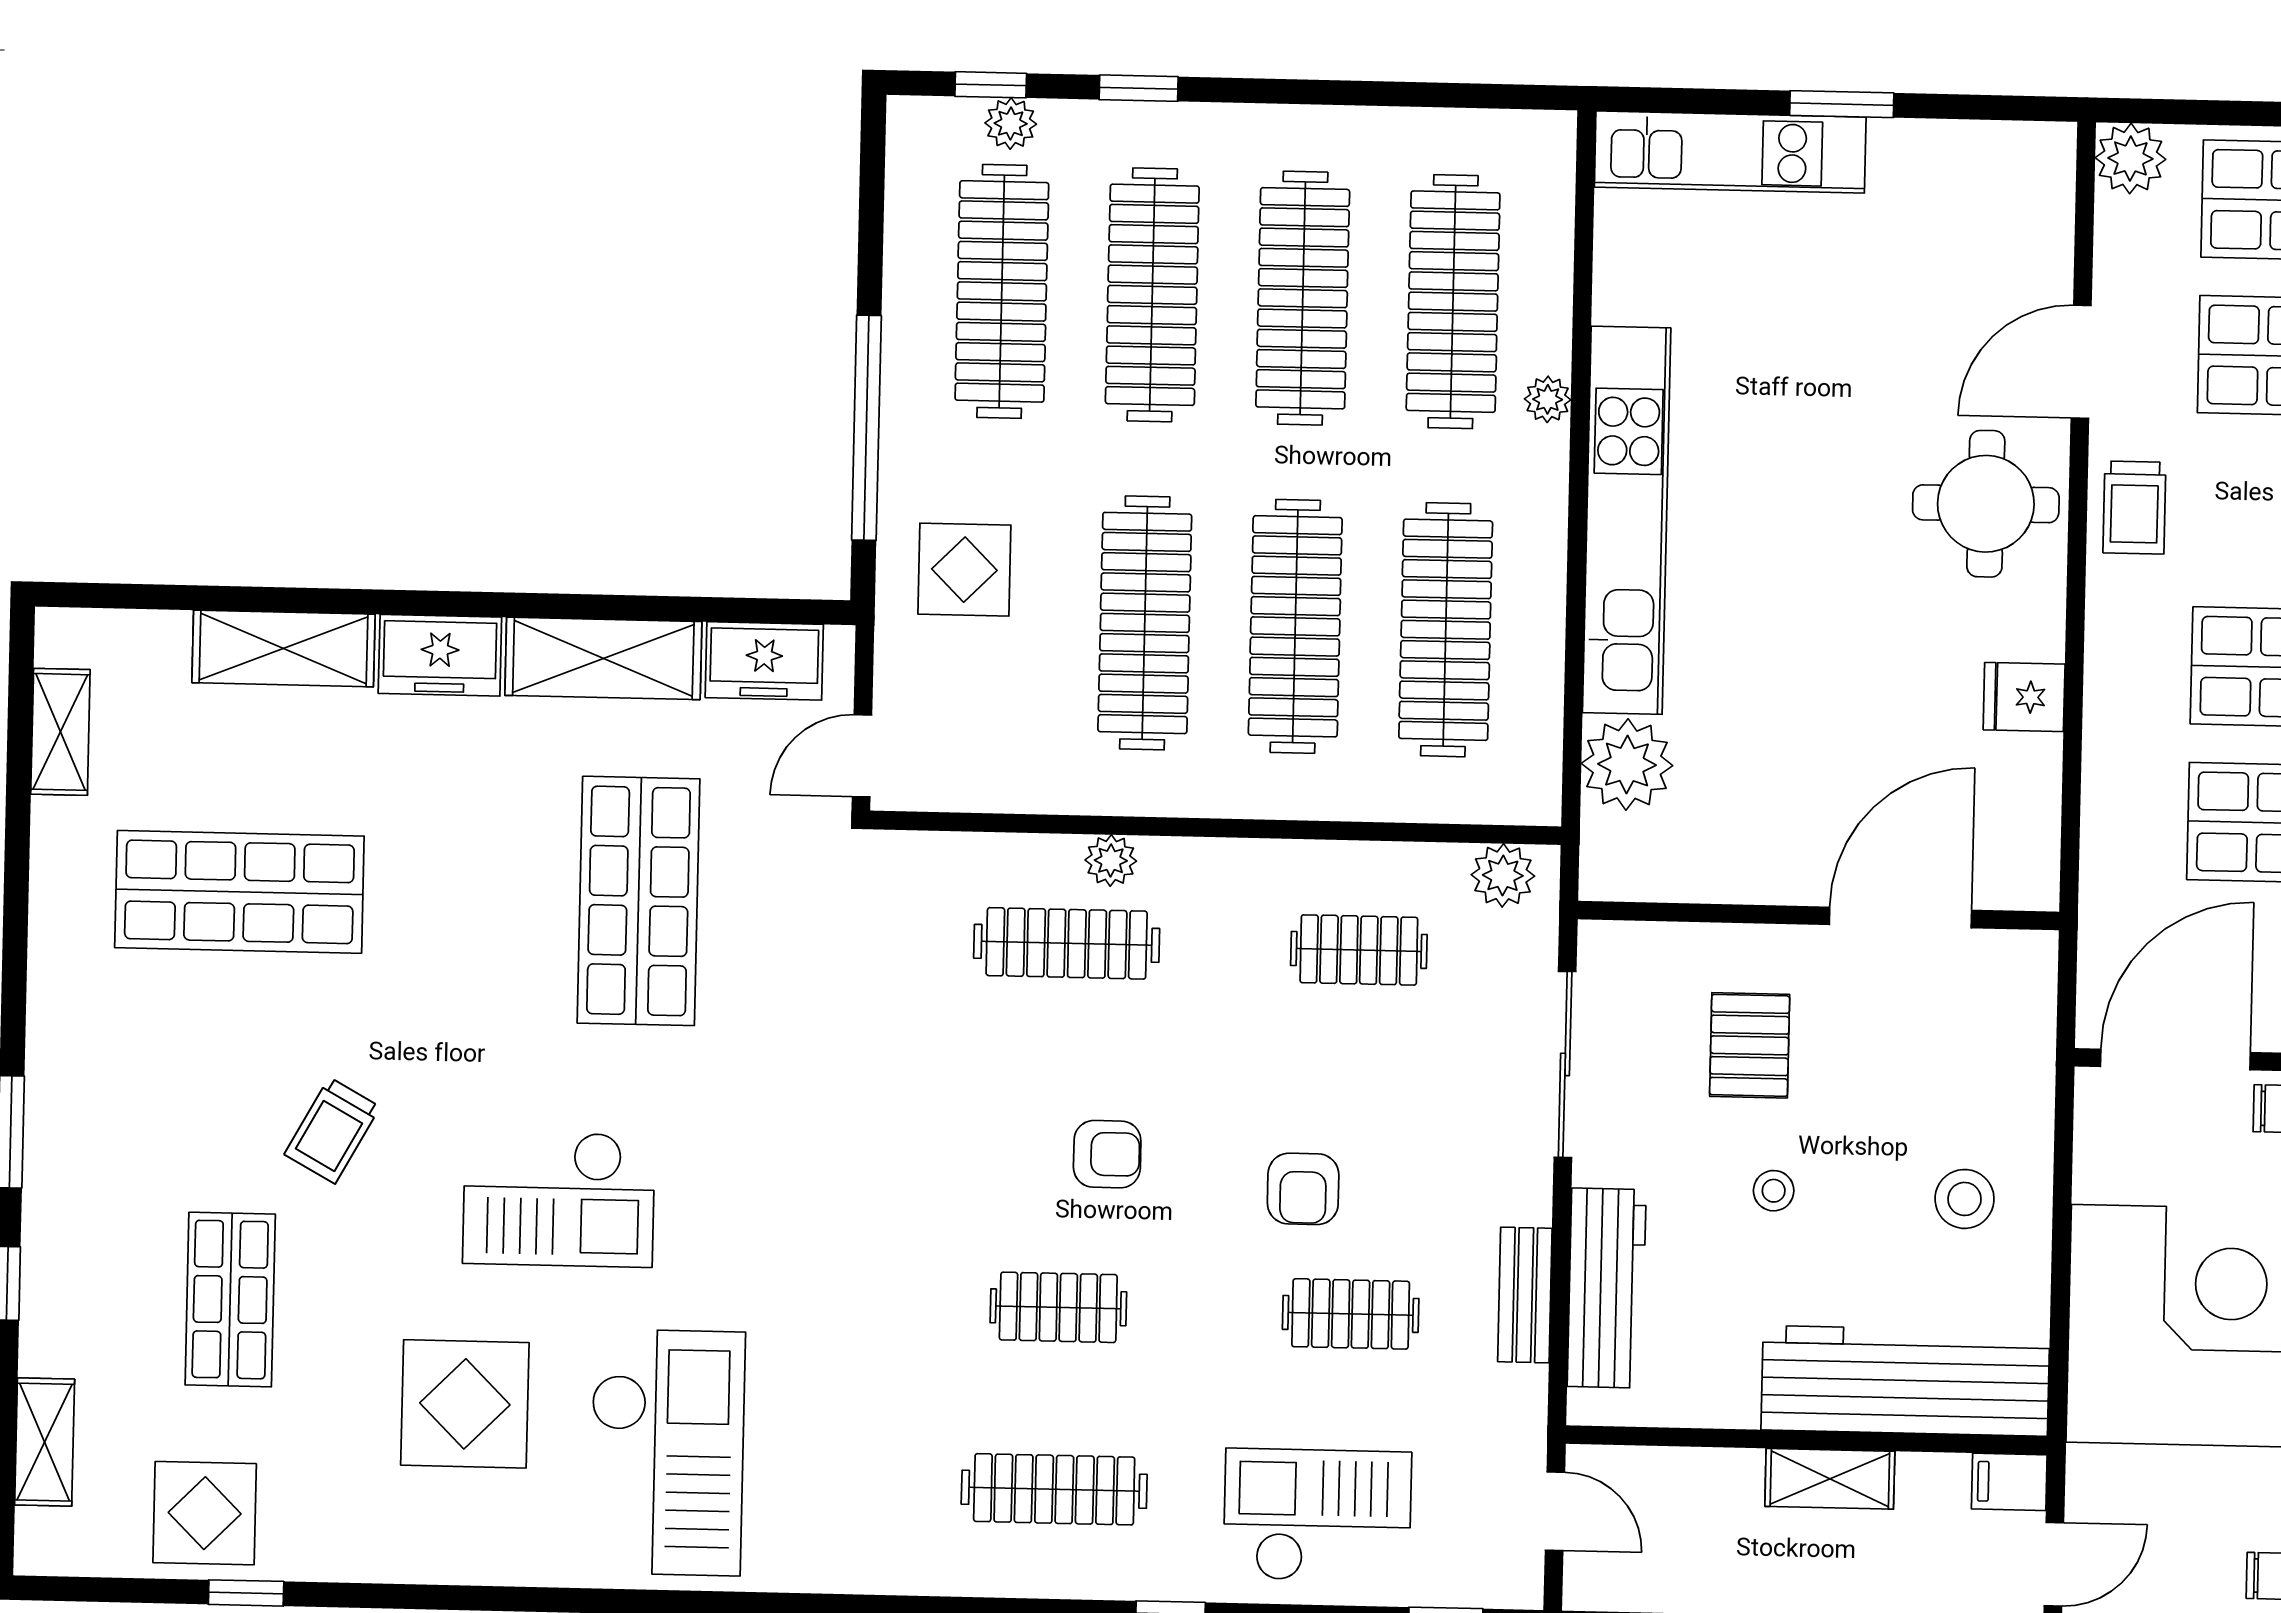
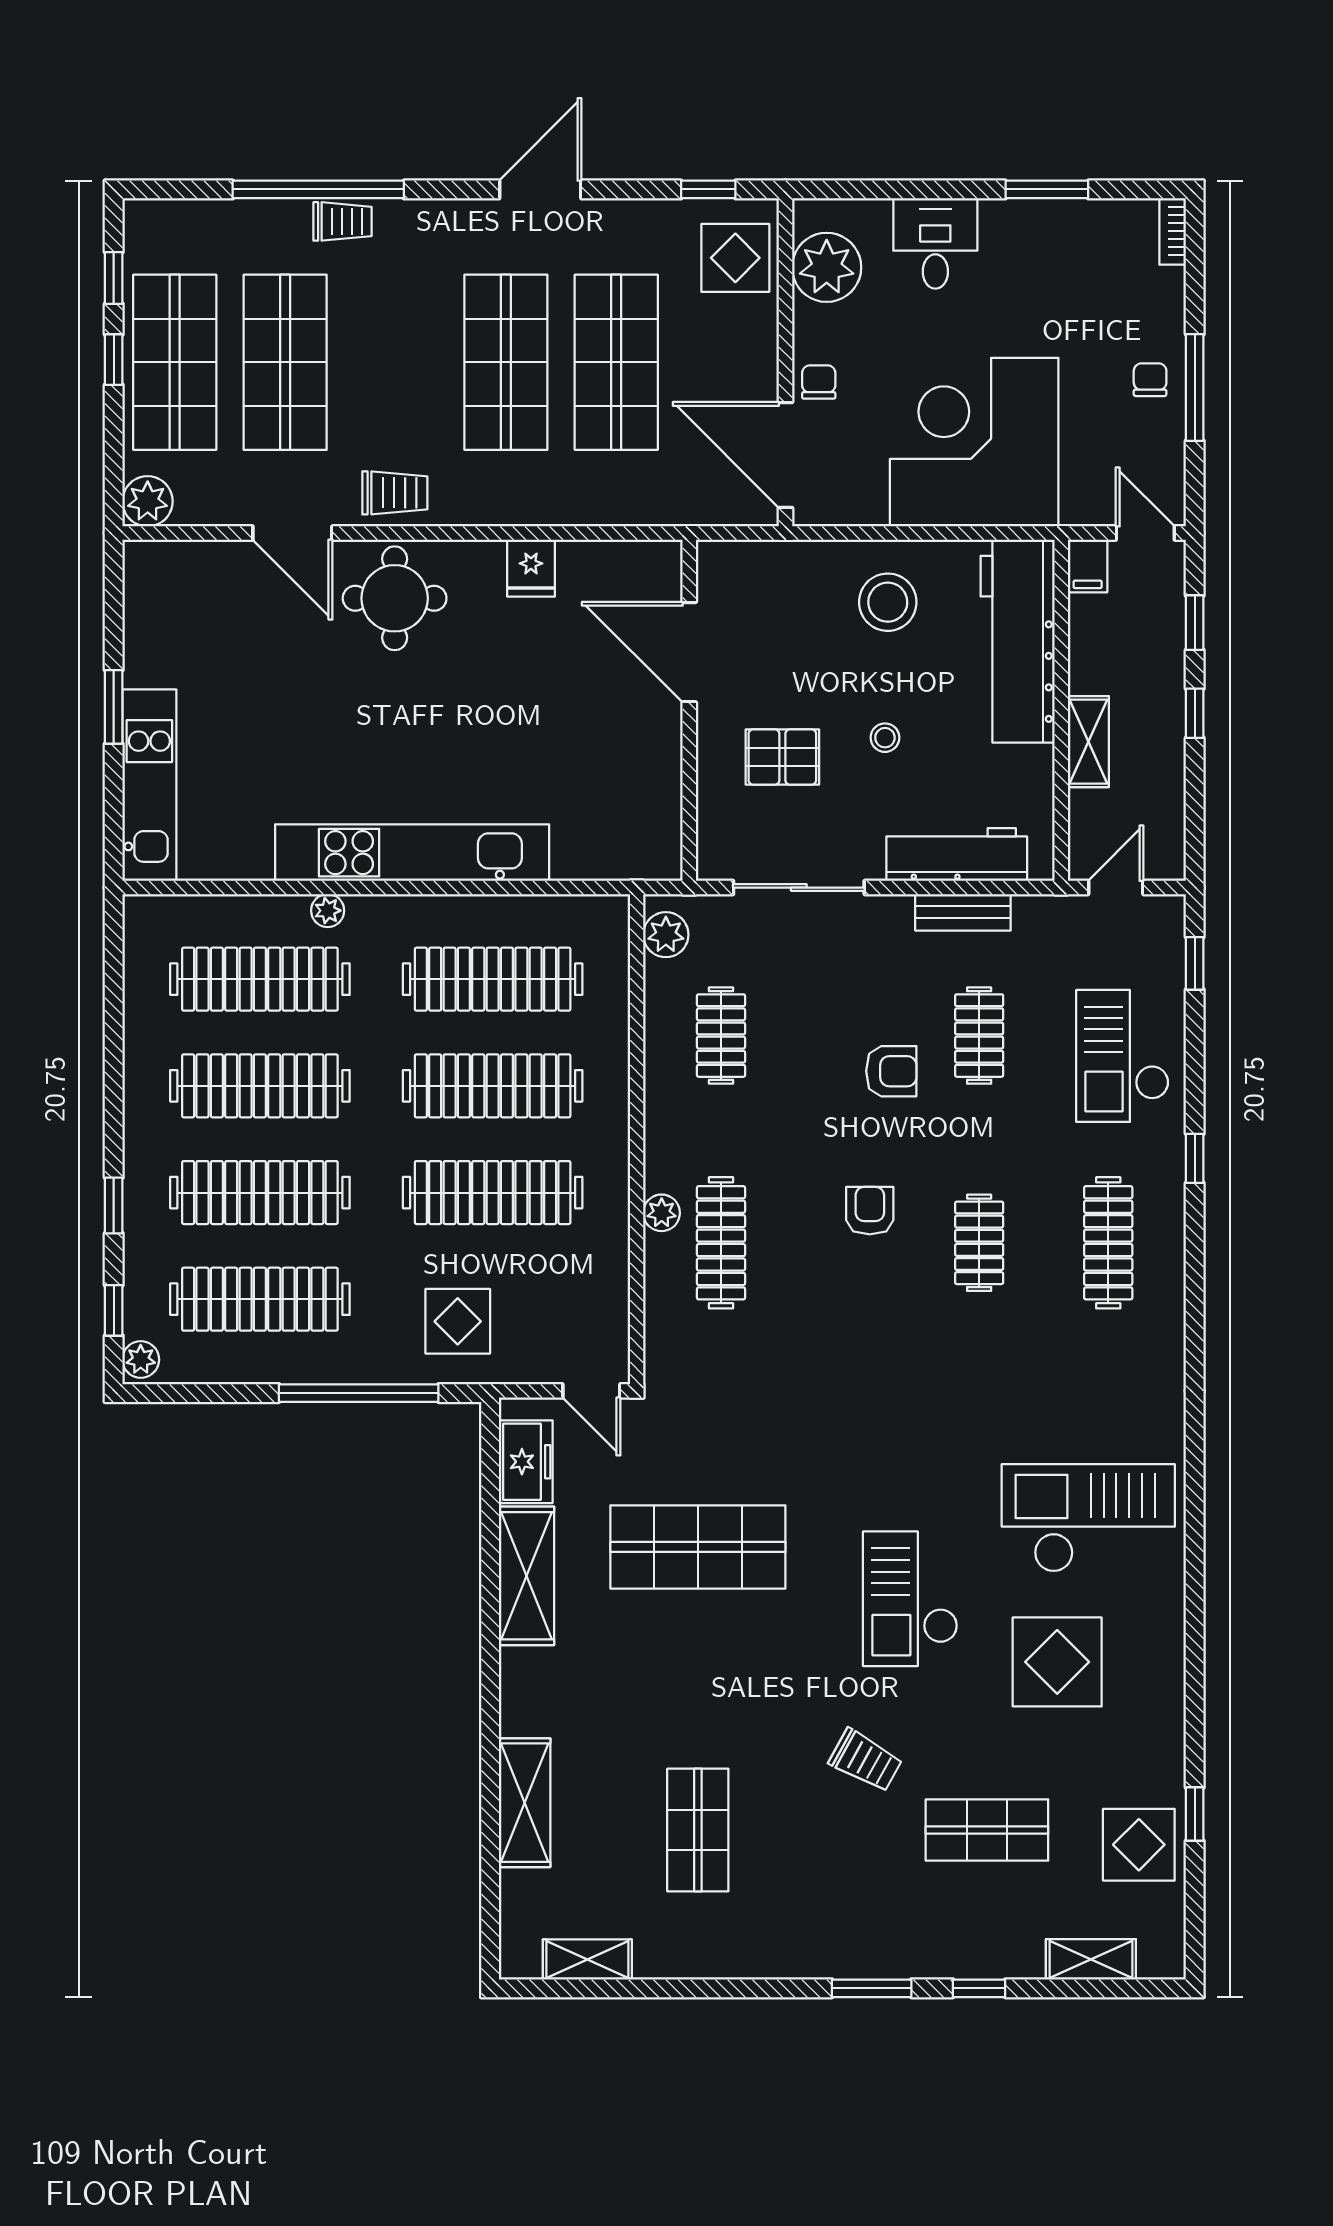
plant: (1011, 123) -> (141, 1360), moved
freezer: (440, 655) -> (527, 1692), removed
plant: (1627, 764) -> (585, 848), removed
shop shelf: (239, 892) -> (698, 1830), width x0.70, depth x0.74
checkout: (559, 1199) -> (910, 1599), turned 180
stool: (1965, 1199) -> (888, 602), width x1.38, depth x1.38
shelving: (1830, 1479) -> (1088, 742), moved

